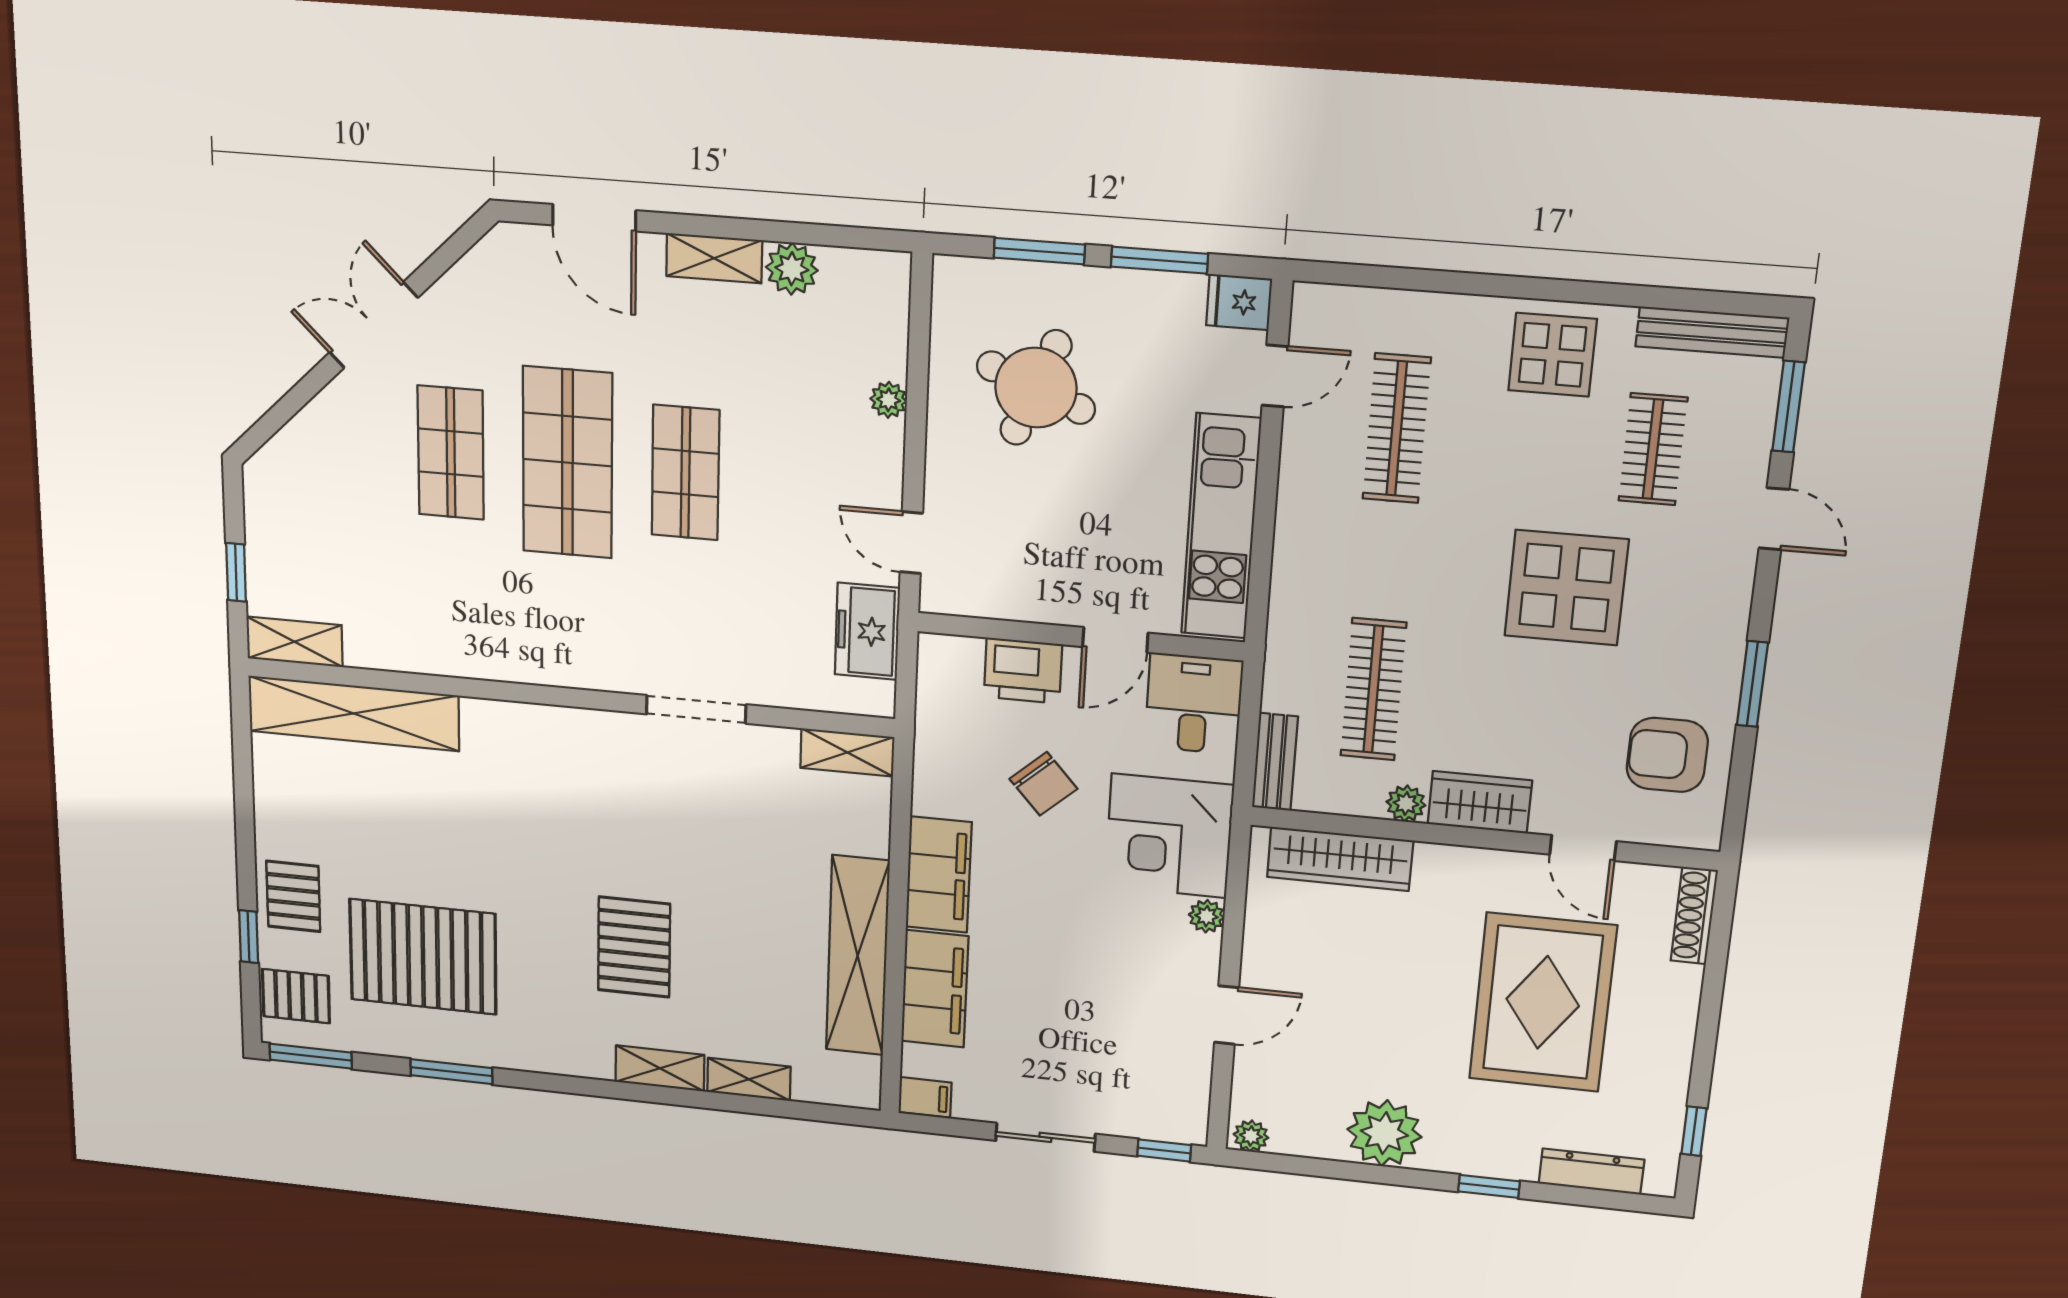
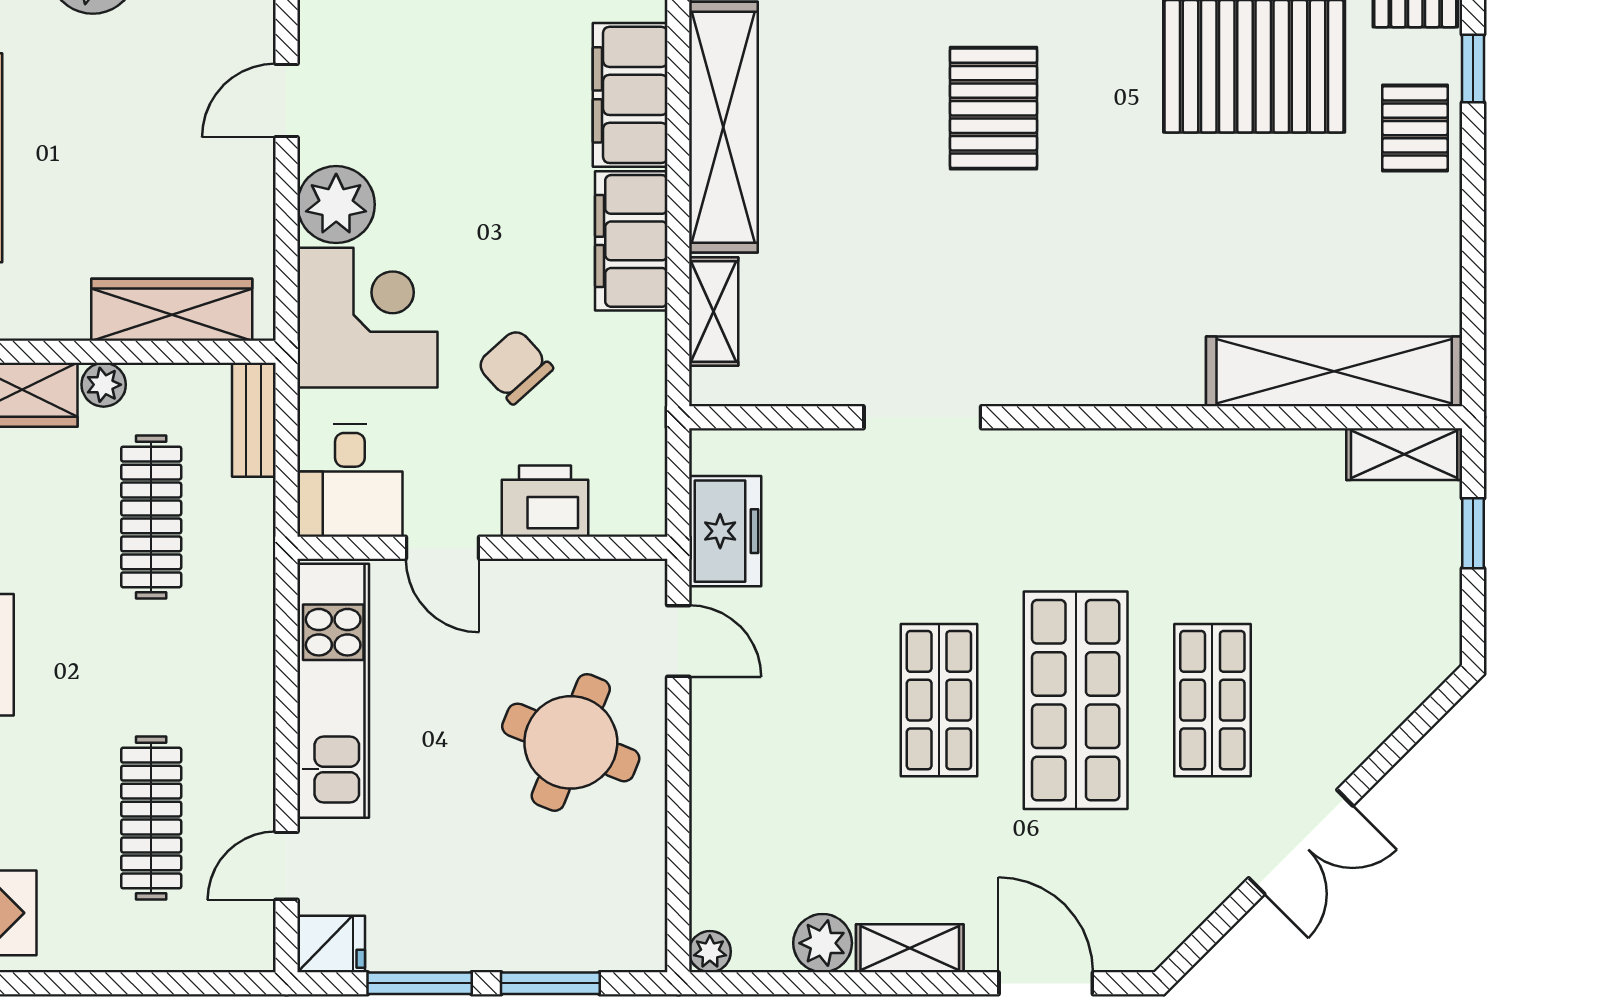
round table: (1036, 388) -> (571, 742), moved
plant: (889, 400) -> (710, 952), moved
door: (1115, 640) -> (443, 548), swing flipped
shelving: (847, 752) -> (714, 311), moved, turned 90
plant: (1207, 916) -> (336, 205), width x1.87, depth x1.87

